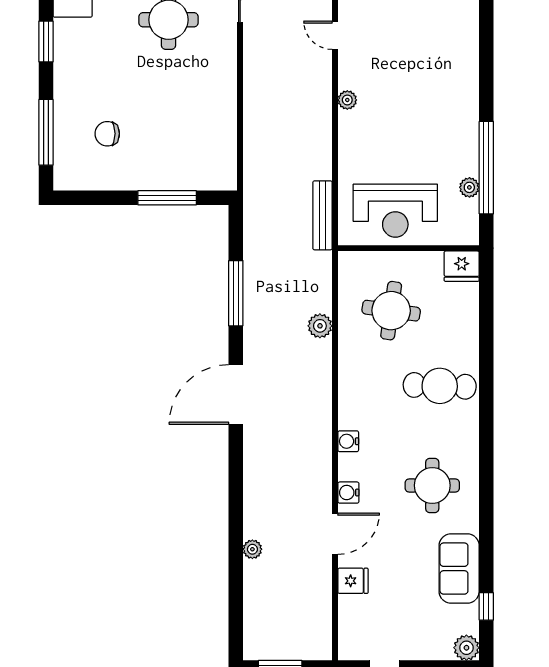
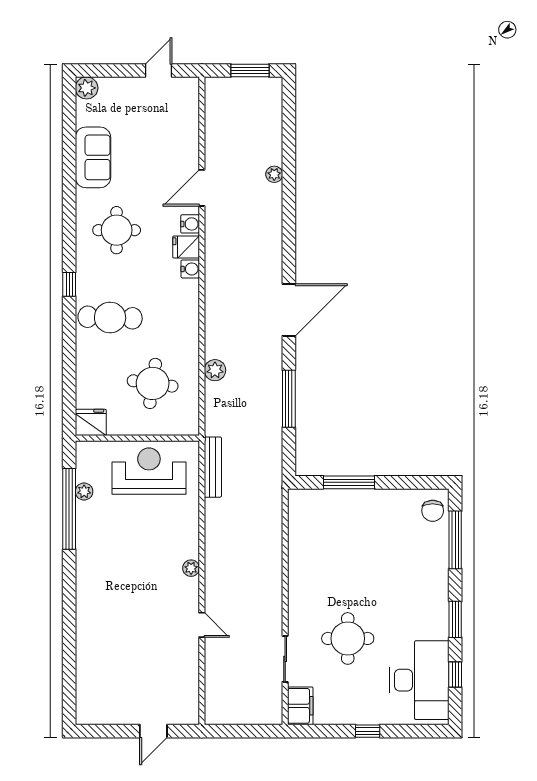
chair: (107, 134) -> (433, 511), moved, turned 90
fridge: (353, 581) -> (186, 247), moved
window: (486, 606) -> (69, 284), moved

